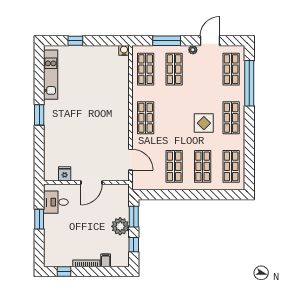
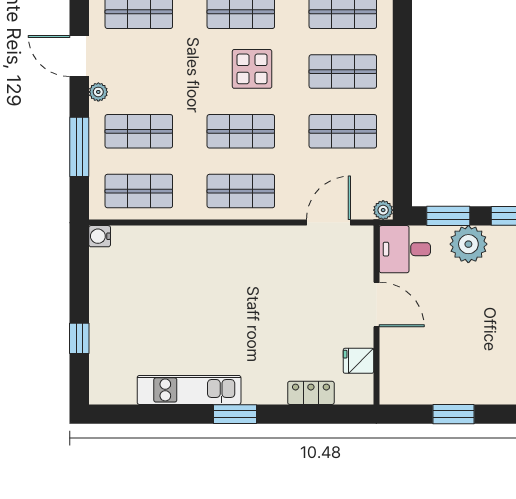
kitchen unit: (51, 75) -> (189, 390), moved
shop shelf: (174, 118) -> (241, 131), added
locker: (49, 151) -> (311, 393), added
plant: (136, 186) -> (383, 210), added
desk: (56, 202) -> (405, 249), moved, turned 90

